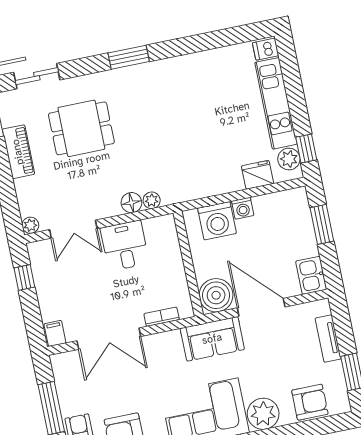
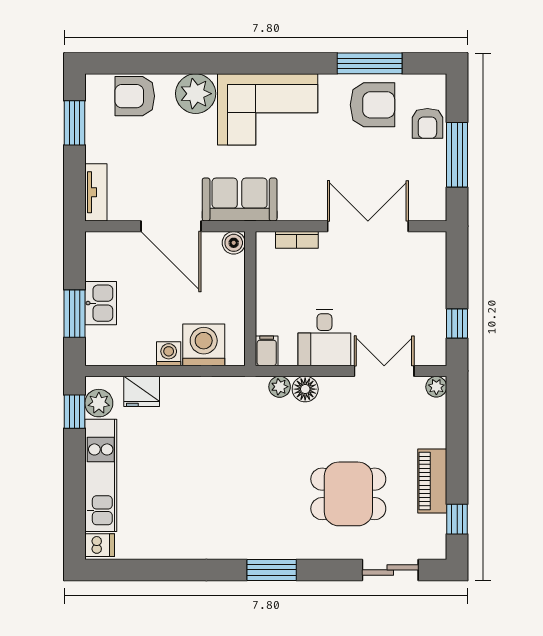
kitchen sink: (311, 275) -> (101, 303), moved
boiler: (216, 295) -> (234, 243), width x0.54, depth x0.54
filing cabinet: (55, 333) -> (267, 351), moved, turned 180
tv unit: (328, 339) -> (96, 192), moved

